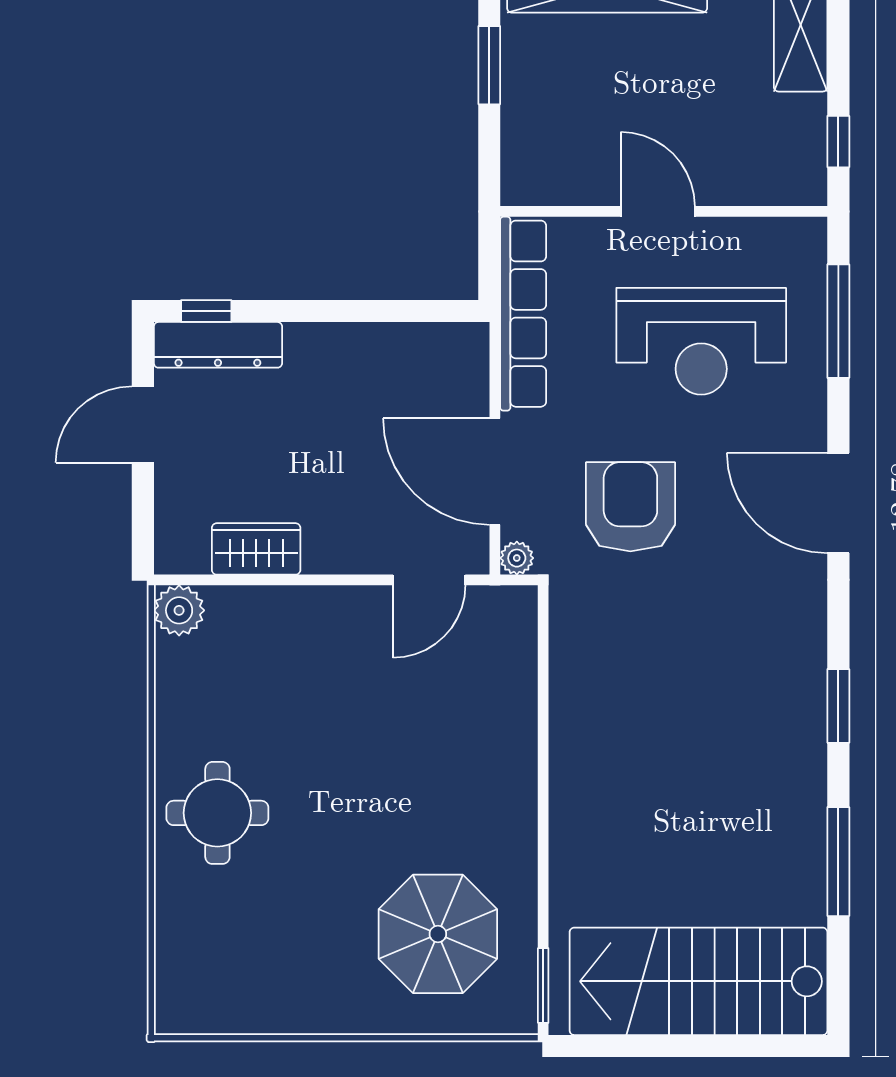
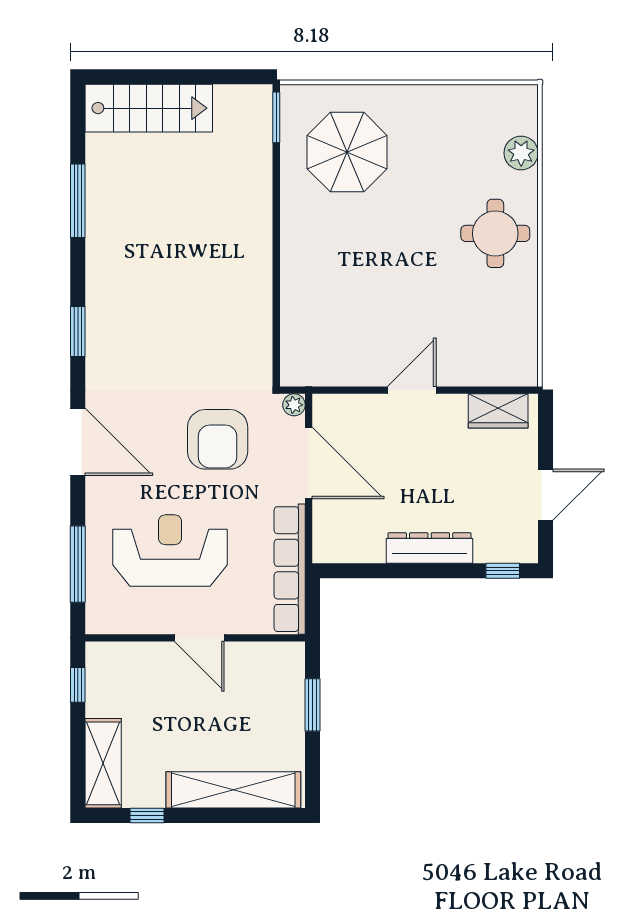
window: (489, 65) -> (313, 705), moved
dresser: (218, 345) -> (430, 548), moved
wardrobe: (256, 549) -> (498, 411), moved
door: (429, 580) -> (412, 390), moved
plant: (179, 610) -> (521, 153), moved
window: (838, 706) -> (78, 331), moved
stairs: (698, 981) -> (149, 108), width x0.73, depth x0.66

